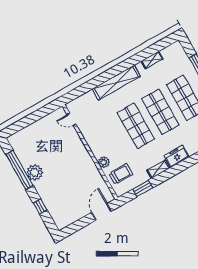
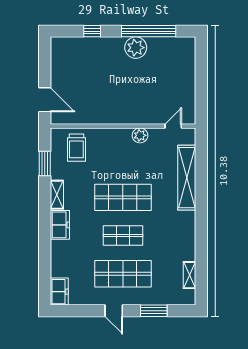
shelving: (152, 60) -> (189, 275), moved
shelving: (116, 83) -> (187, 178), moved
shop shelf: (160, 112) -> (123, 236), width x0.70, depth x0.74
plant: (104, 162) -> (140, 135), moved

